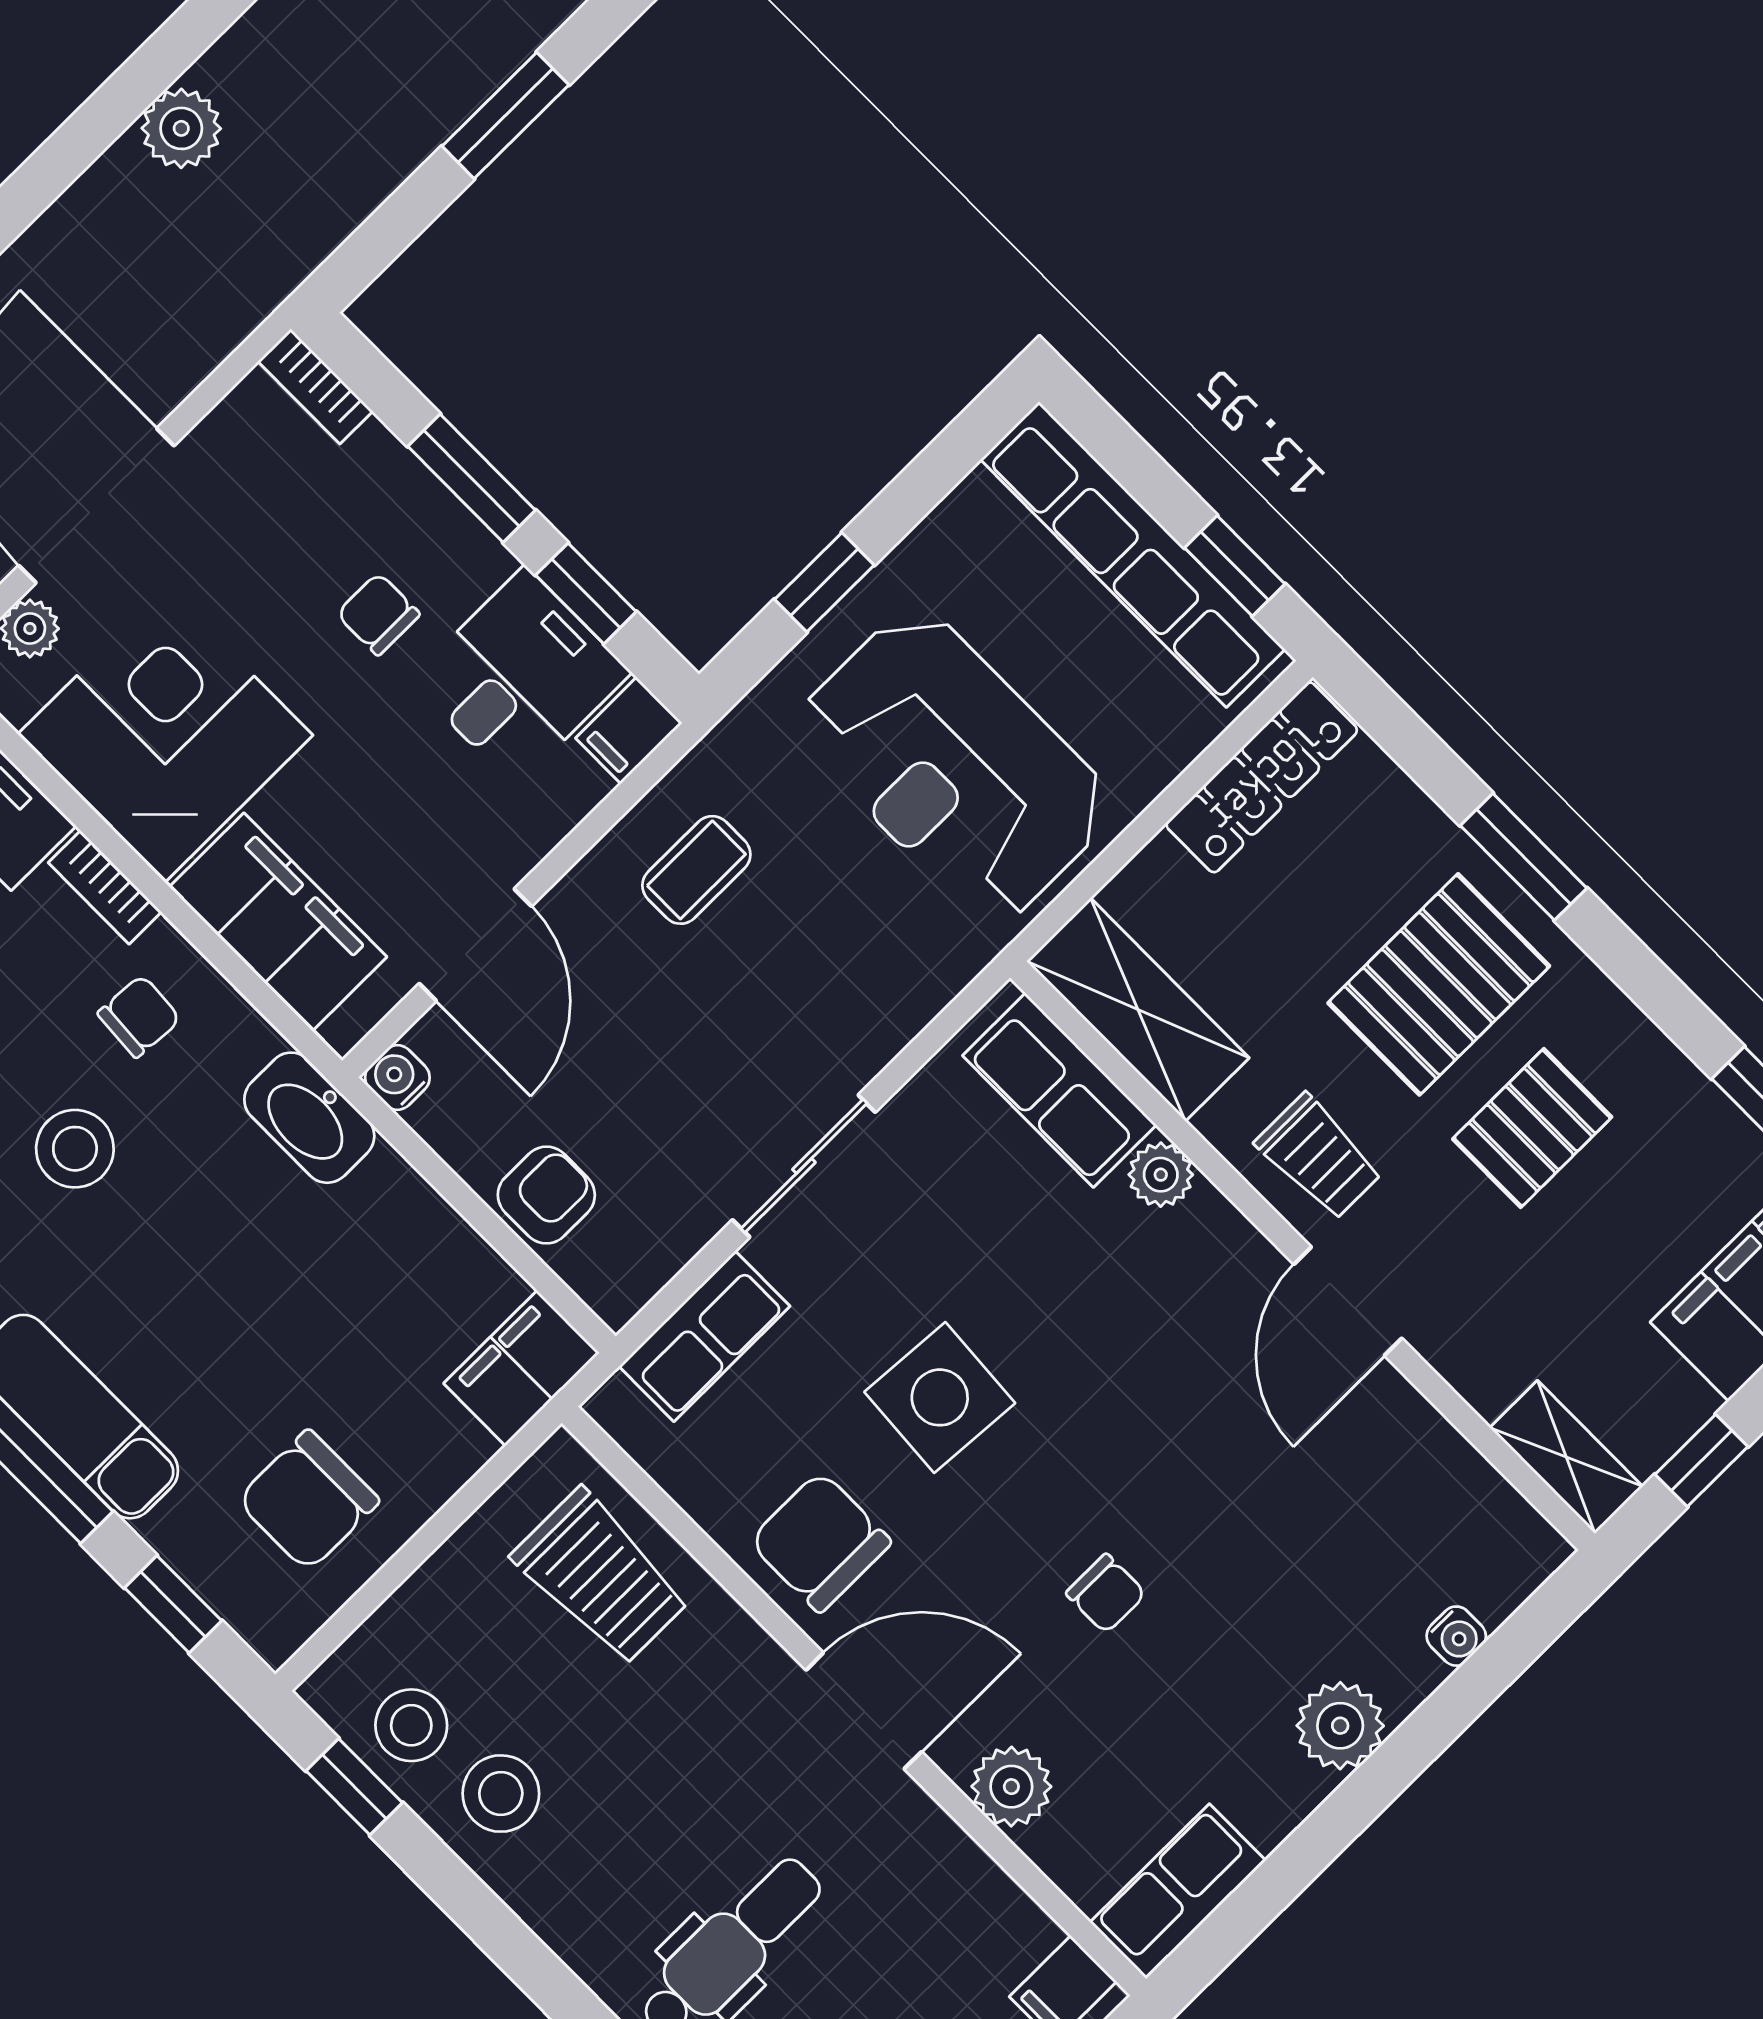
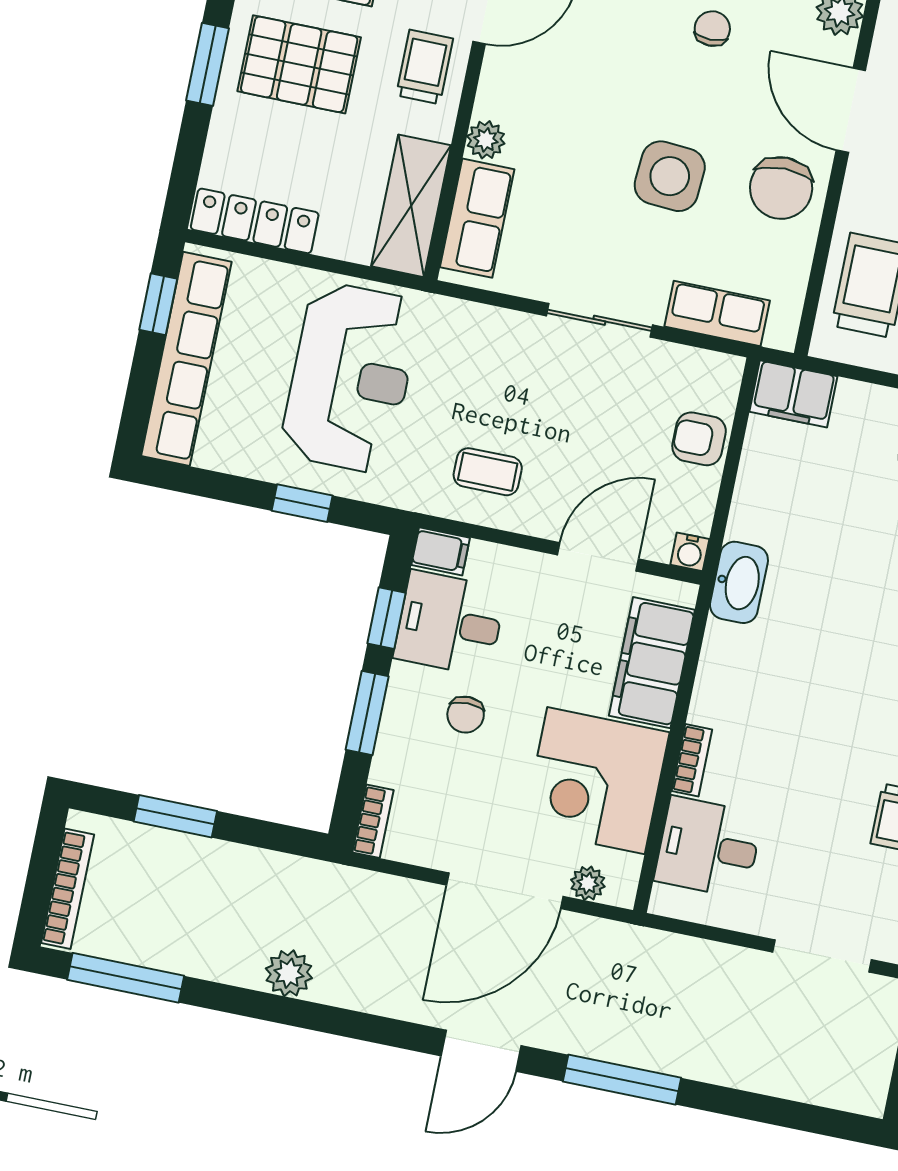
chair: (139, 1016) -> (745, 701), removed
stool: (75, 1149) -> (832, 689), removed

